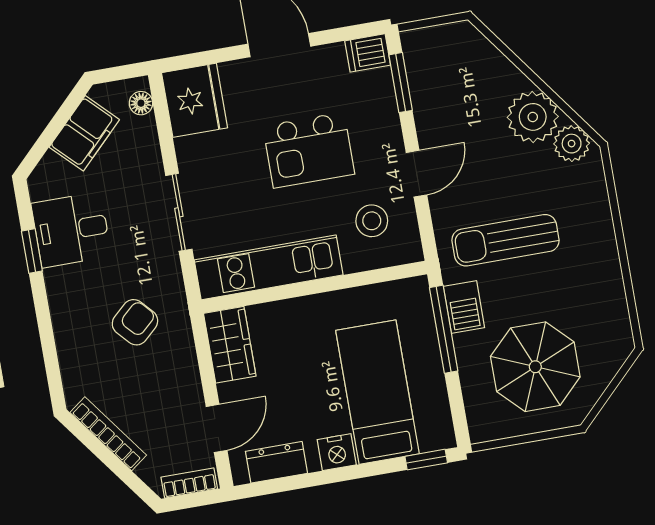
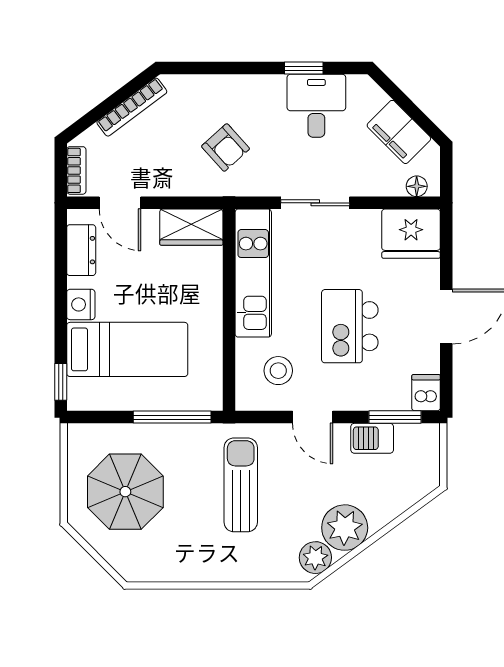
barbecue: (464, 307) -> (372, 438), moved

